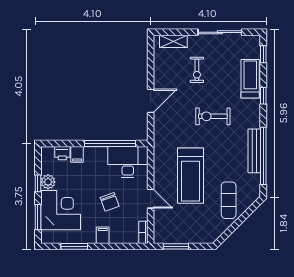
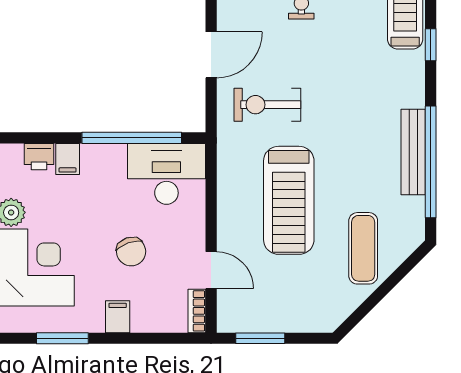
exercise bike: (213, 116) -> (267, 105), moved
door: (151, 199) -> (211, 270), moved

